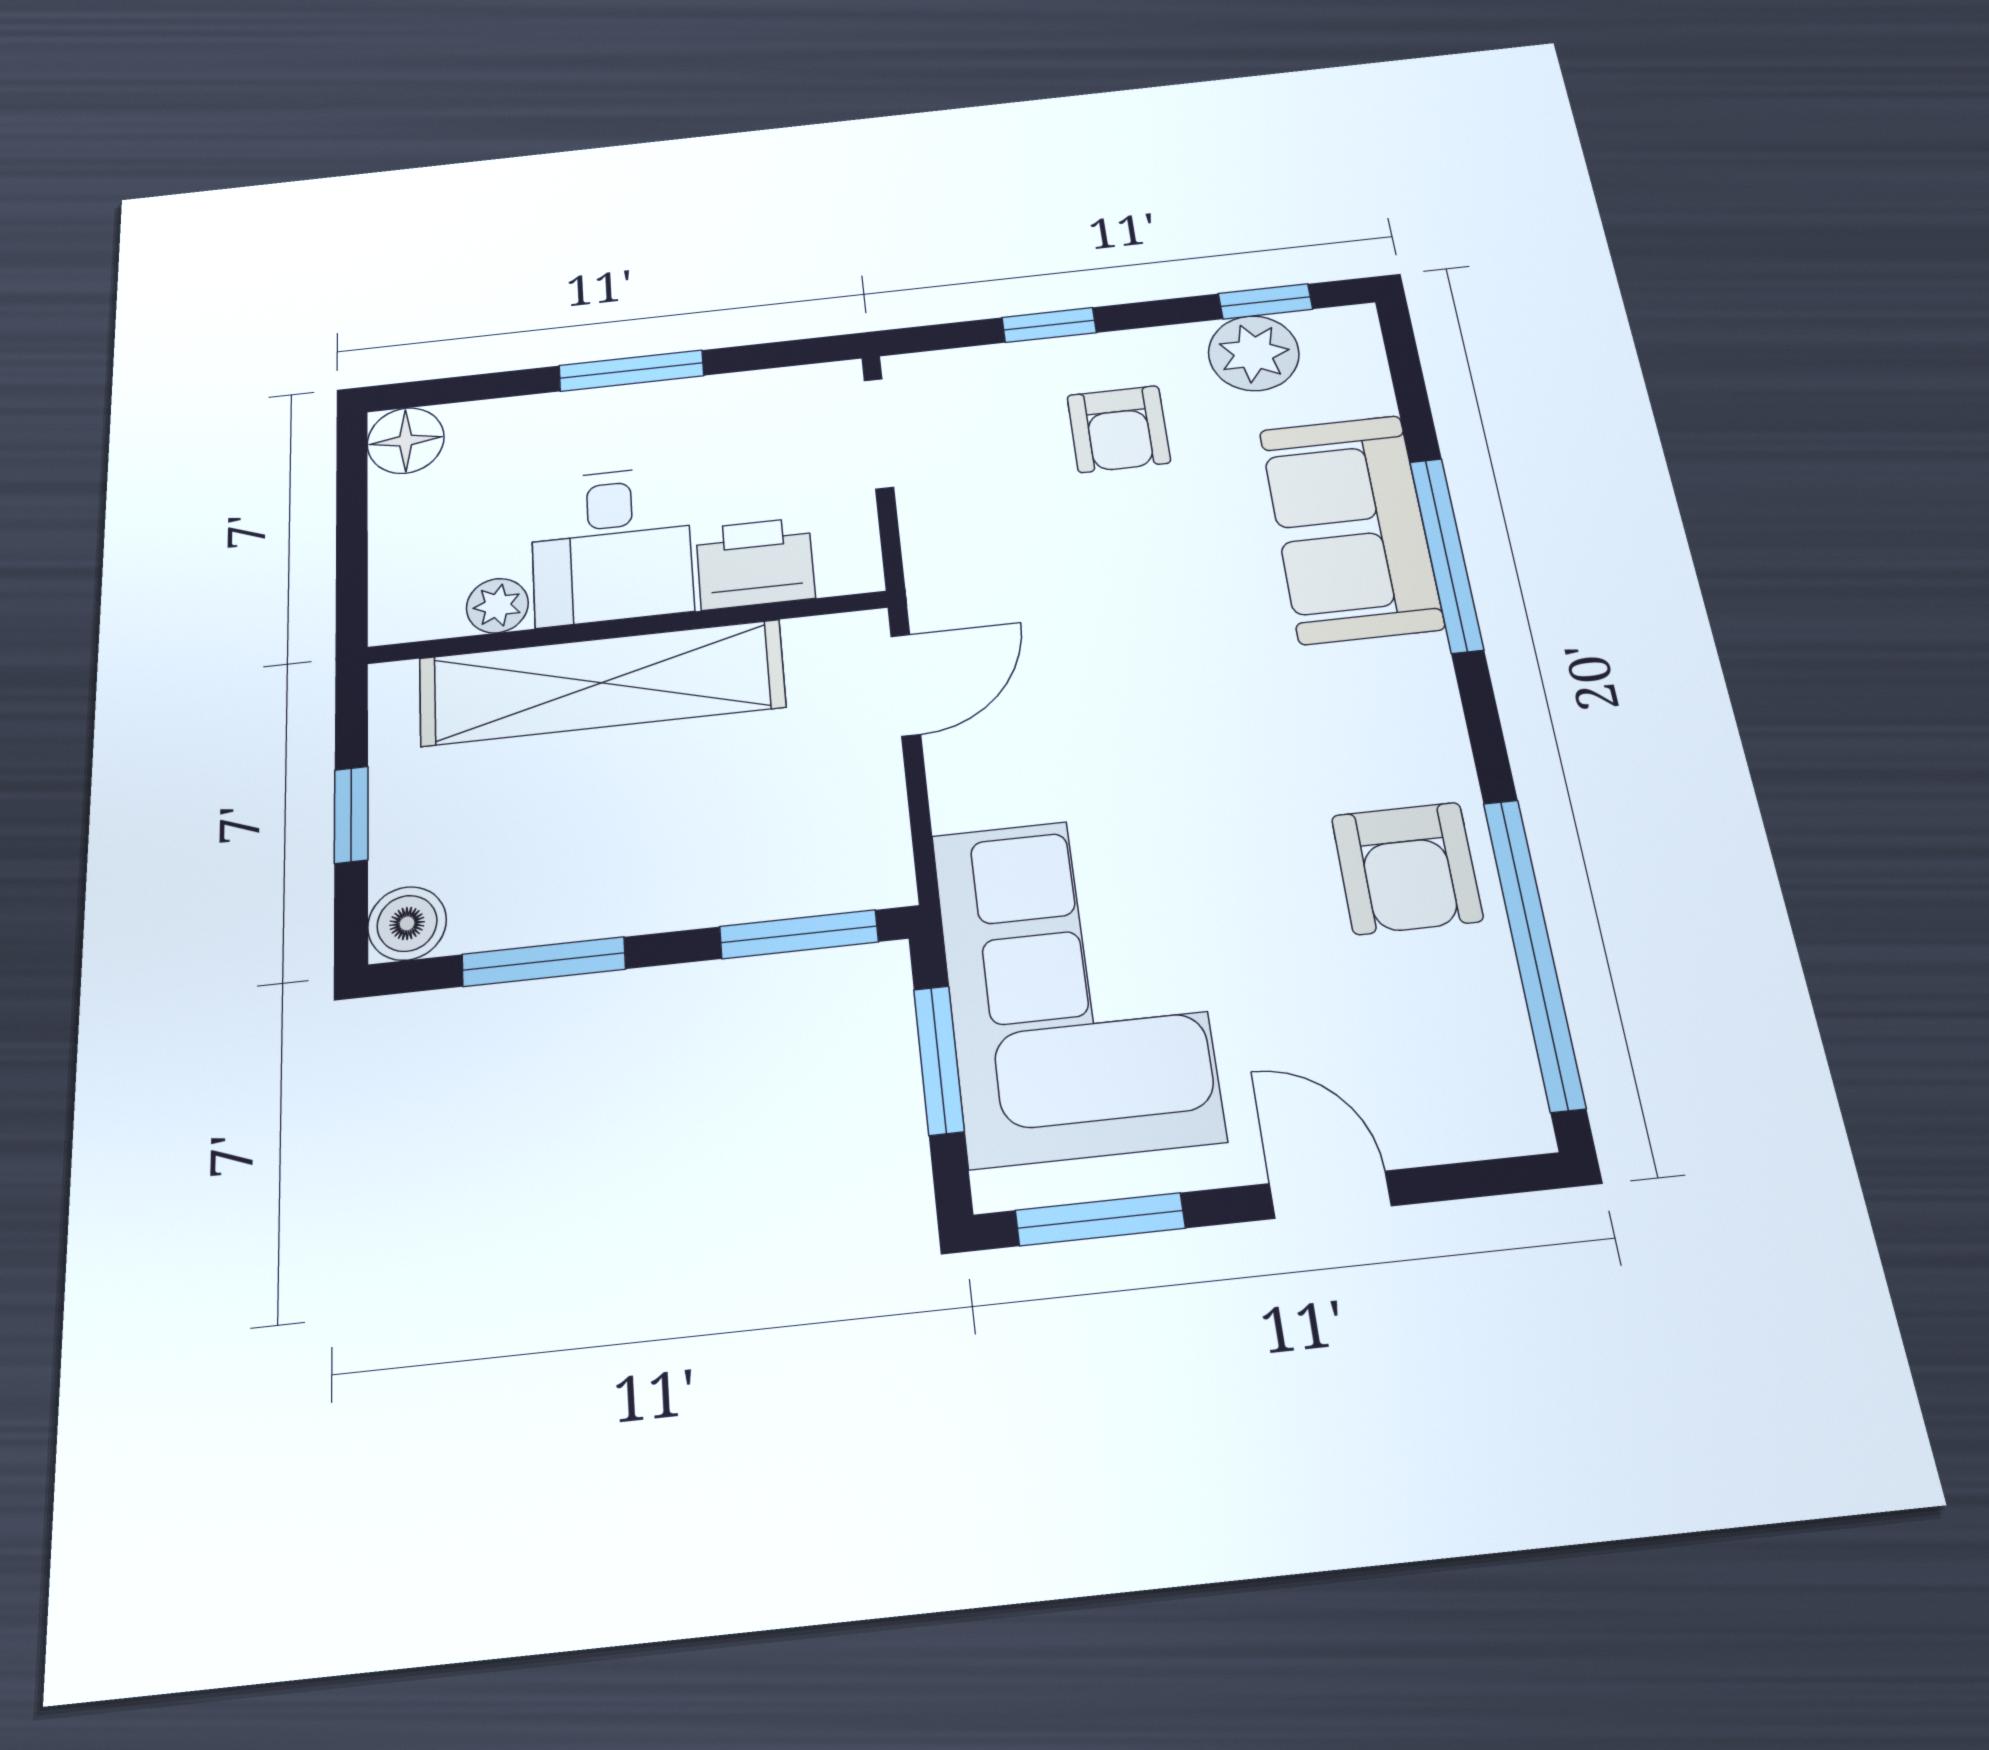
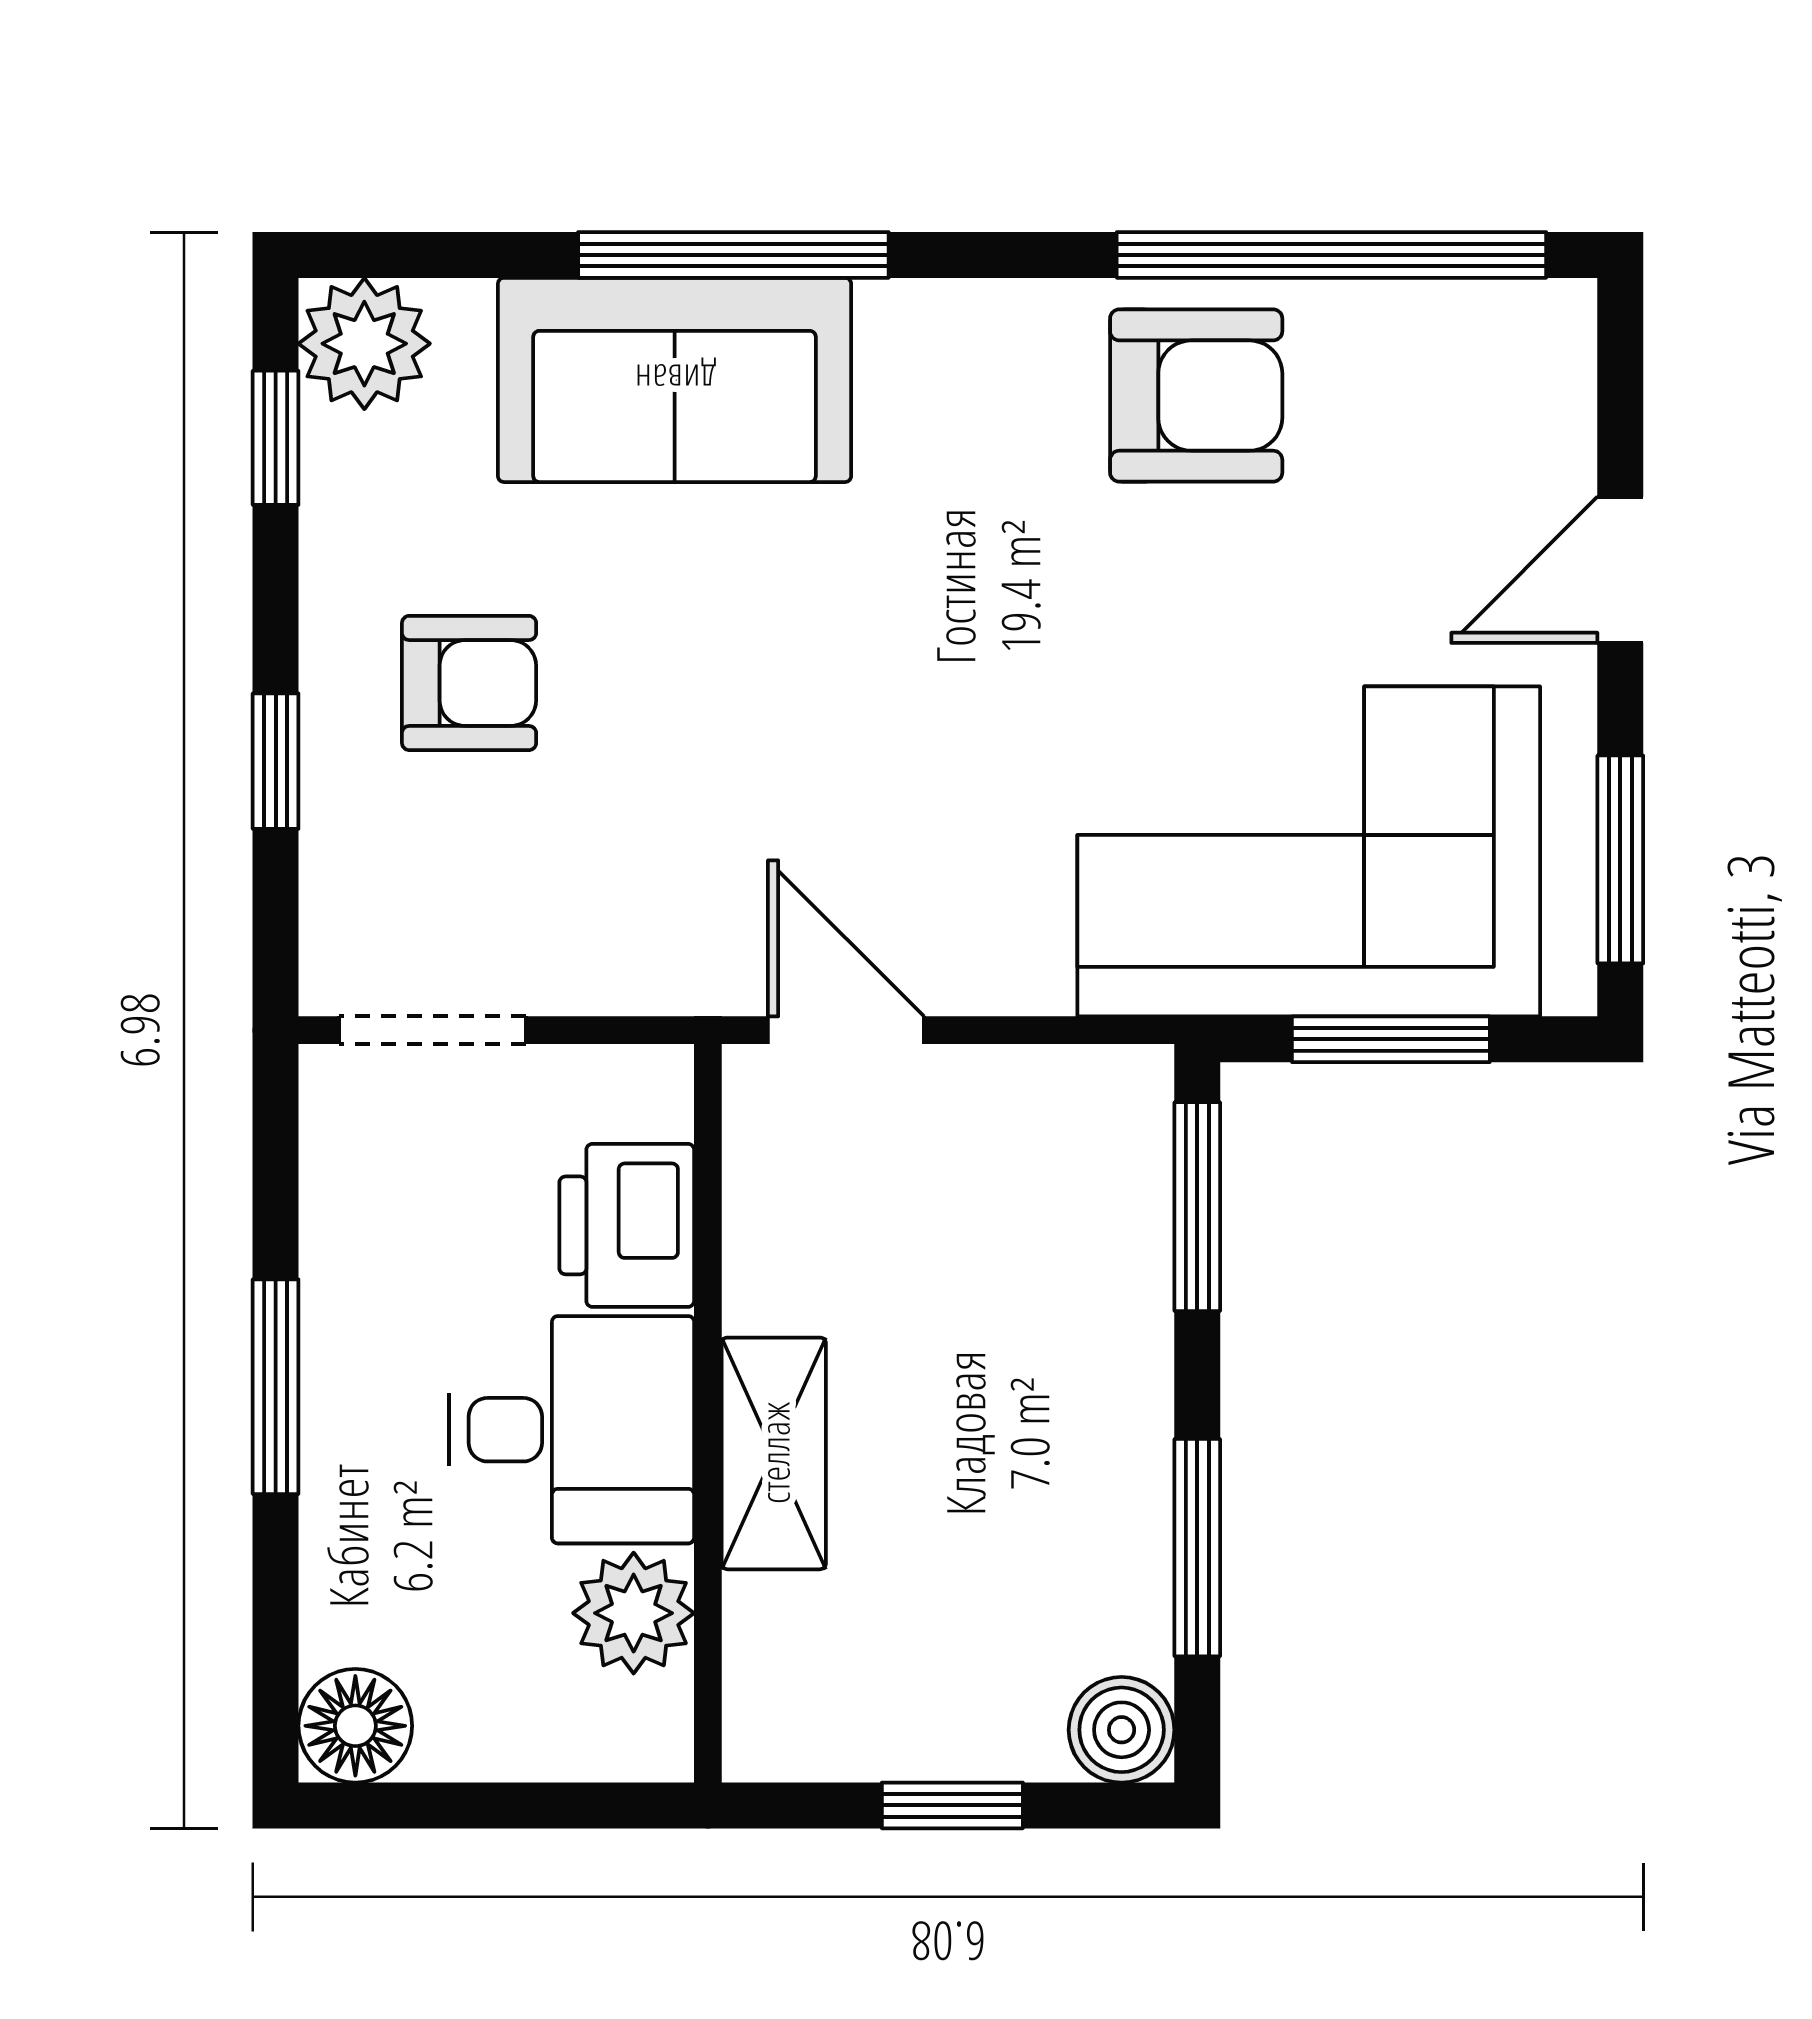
plant: (1254, 353) -> (364, 344), moved
plant: (497, 606) -> (634, 1613), width x1.38, depth x1.38
shelving: (601, 683) -> (774, 1453), width x0.45, depth x0.75

